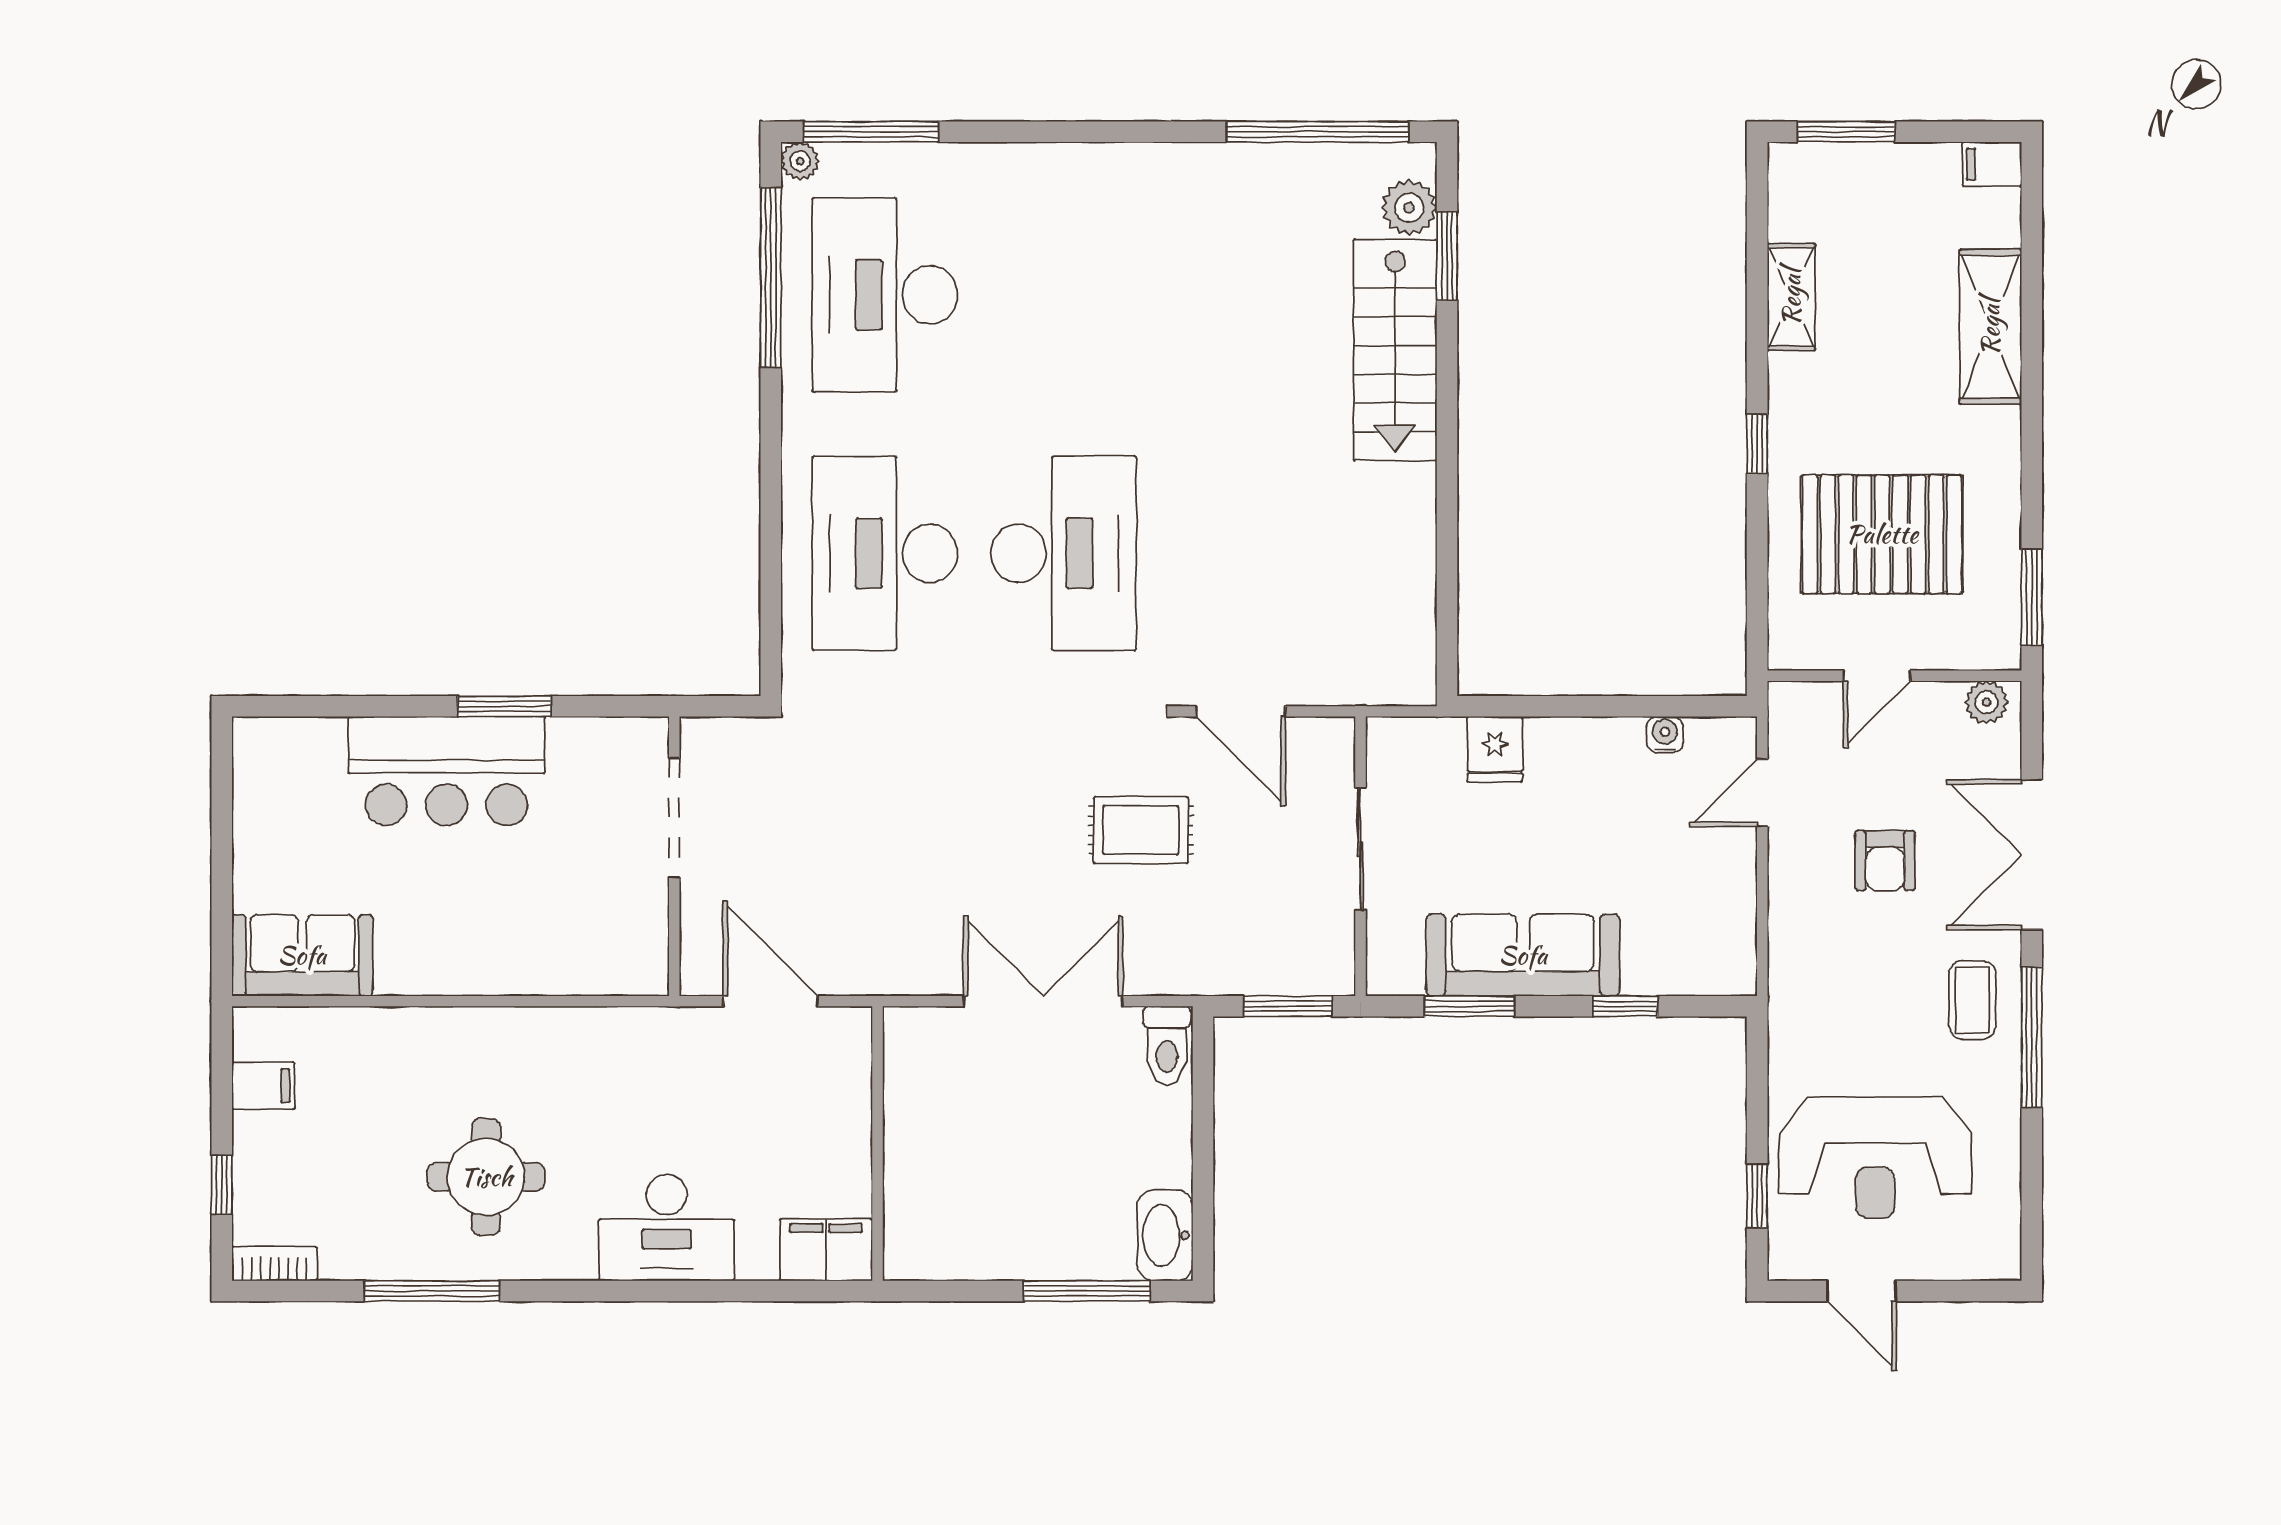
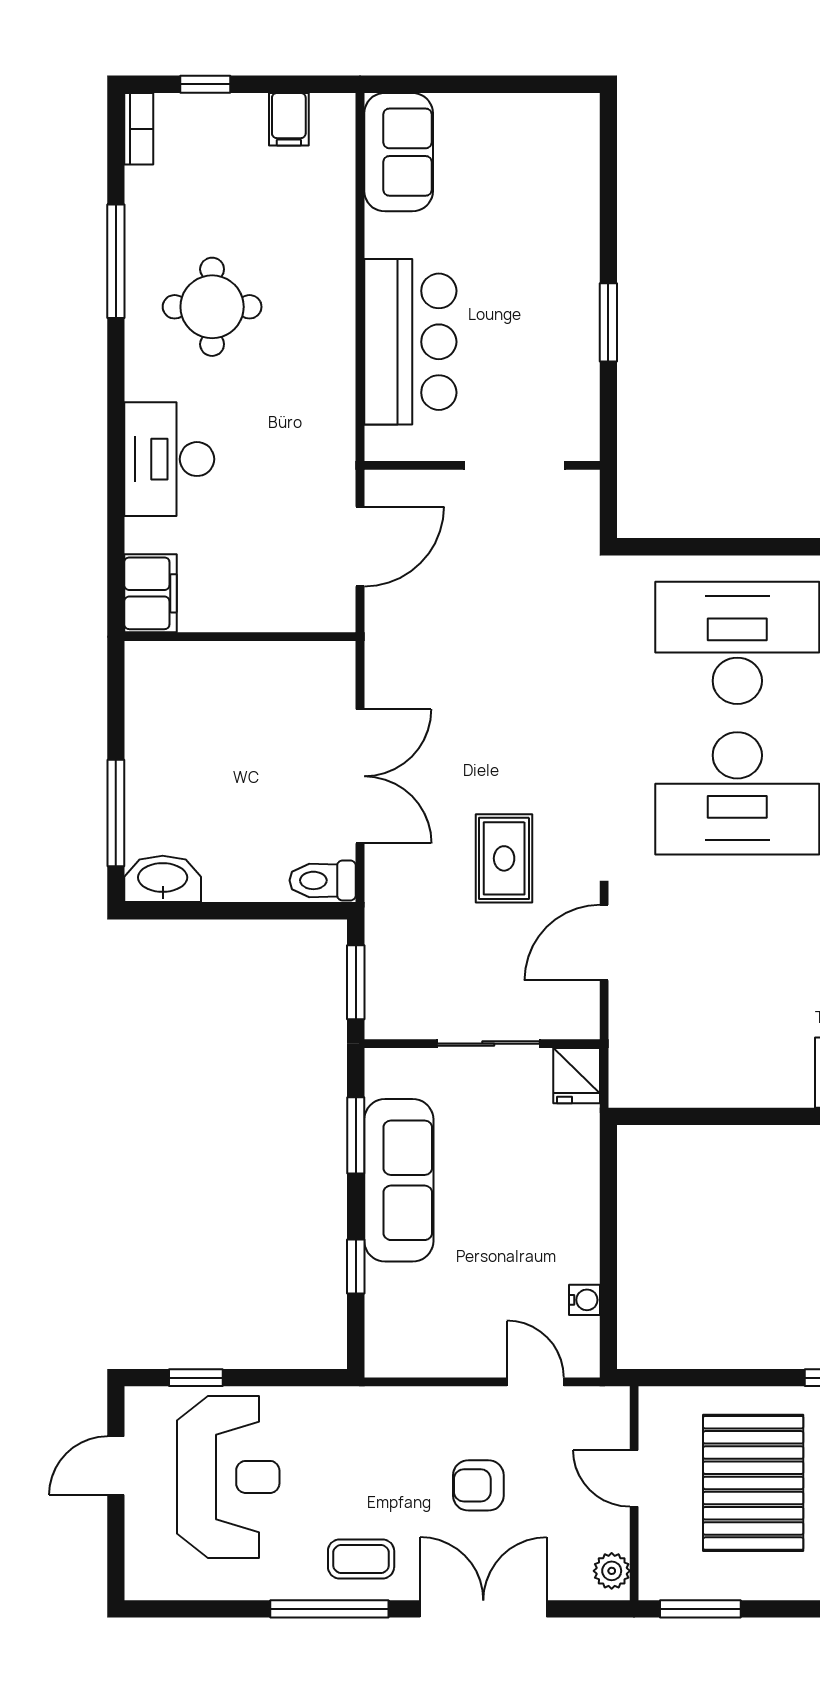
fridge: (1495, 749) -> (577, 1076), moved, turned -90
bar counter: (447, 771) -> (410, 342), moved, turned 180
reception desk: (1875, 1158) -> (228, 1477), turned 180

